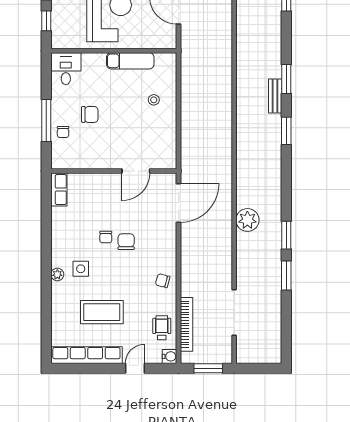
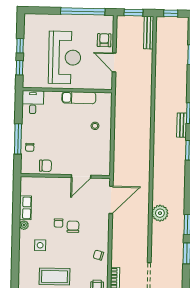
chair: (90, 114) -> (45, 166), moved
row of seats: (59, 190) -> (25, 208), moved
plant: (57, 274) -> (24, 225), moved

